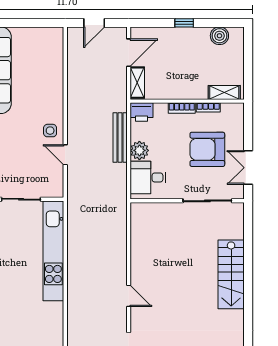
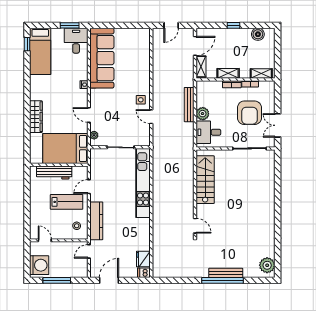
shelving: (176, 92) -> (228, 73), added
printer: (141, 112) -> (204, 87), removed
armchair: (207, 149) -> (249, 113), turned -90
stairs: (231, 274) -> (205, 180), moved, turned 180
door: (129, 296) -> (195, 226), moved

